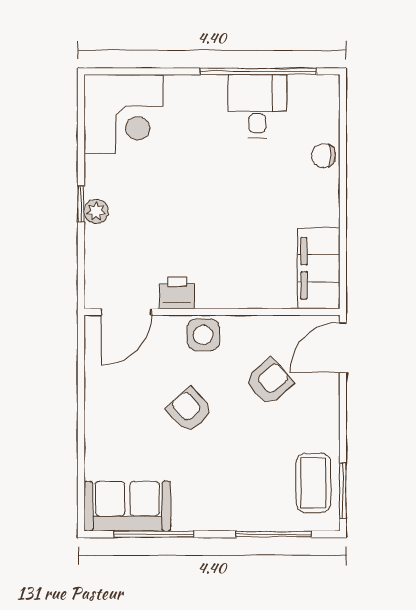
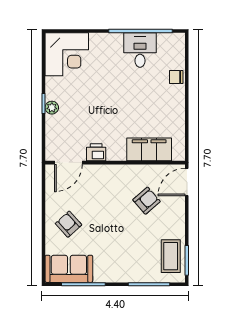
filing cabinet: (319, 268) -> (149, 149), moved, turned 90
side table: (203, 335) -> (110, 175), removed
armchair: (189, 410) -> (69, 224), moved

